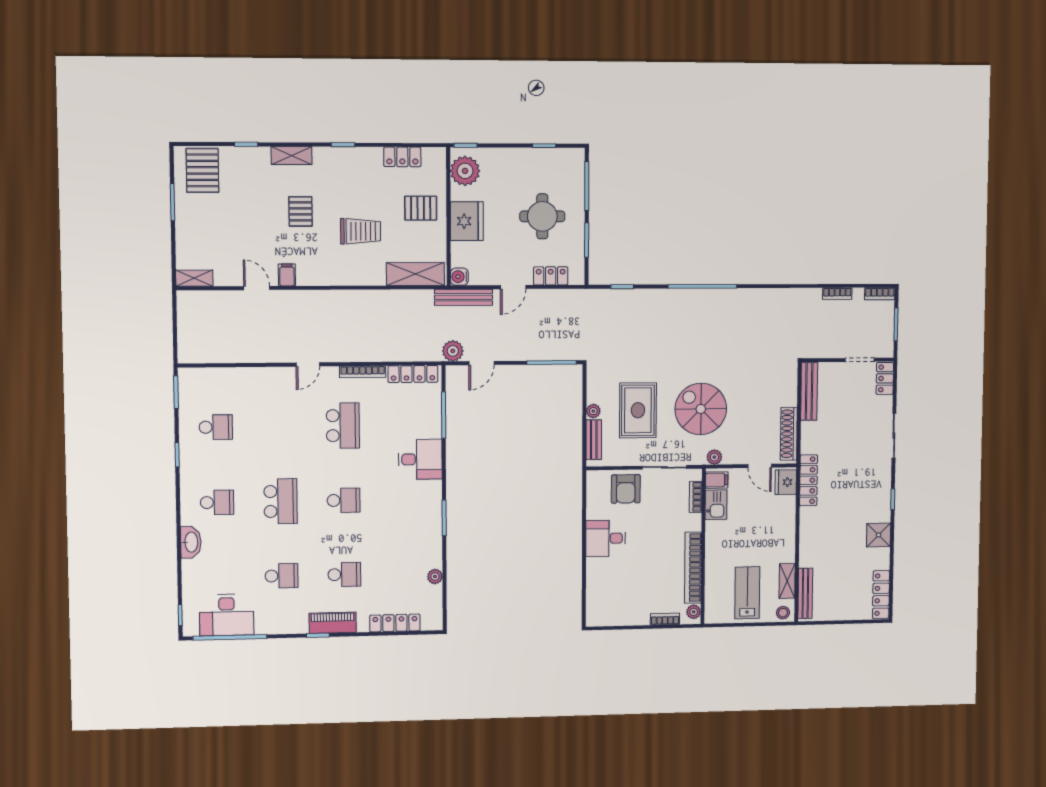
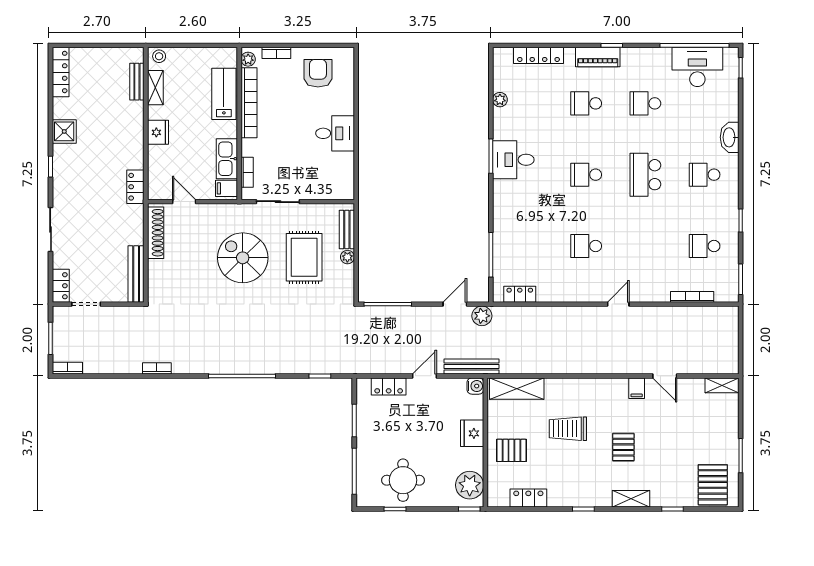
round table: (542, 216) -> (403, 480), moved
fridge: (467, 221) -> (472, 433), width x0.73, depth x0.75
bookcase: (837, 294) -> (157, 368), moved
bookcase: (363, 372) -> (692, 297), moved
locker: (413, 374) -> (520, 294), width x0.66
spiral stairs: (701, 409) -> (243, 258), turned 180
school desk: (343, 426) -> (586, 246), width x0.54
plant: (714, 457) -> (229, 211), removed
desk: (420, 459) -> (513, 160), moved
locker: (808, 480) -> (135, 187), width x0.66
fridge: (786, 482) -> (158, 132), moved
armchair: (626, 489) -> (318, 73), moved
kitchen sink: (716, 505) -> (227, 159), width x1.38
lab bench: (747, 593) -> (224, 94), moved, turned 180
bench: (805, 593) -> (137, 82), width x0.73

